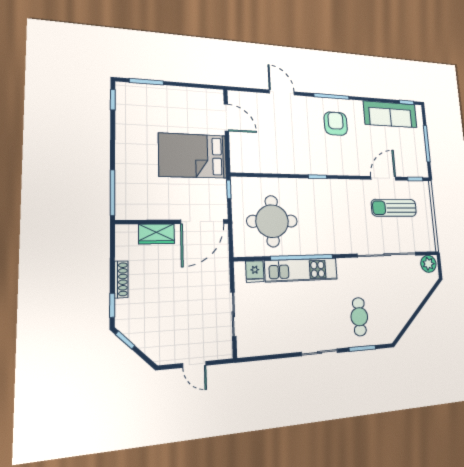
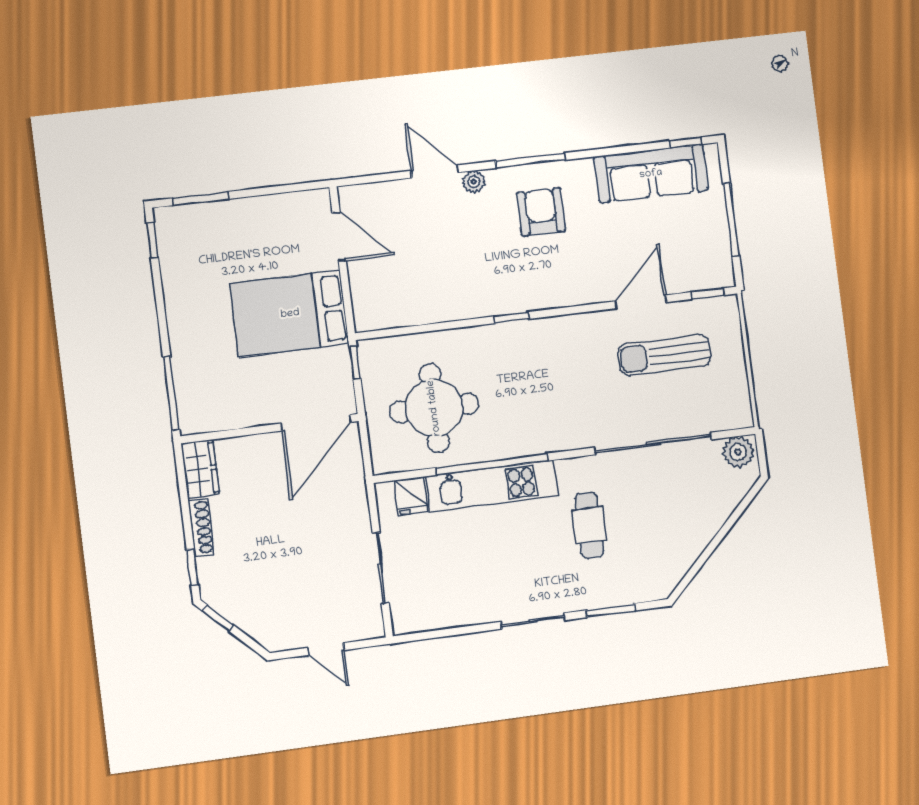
plant: (302, 102) -> (474, 182), added
wardrobe: (157, 234) -> (200, 469), moved, turned -90
cafe table: (359, 317) -> (589, 525), moved

